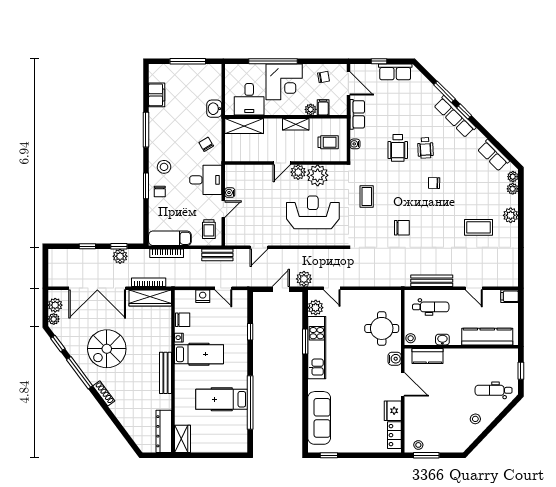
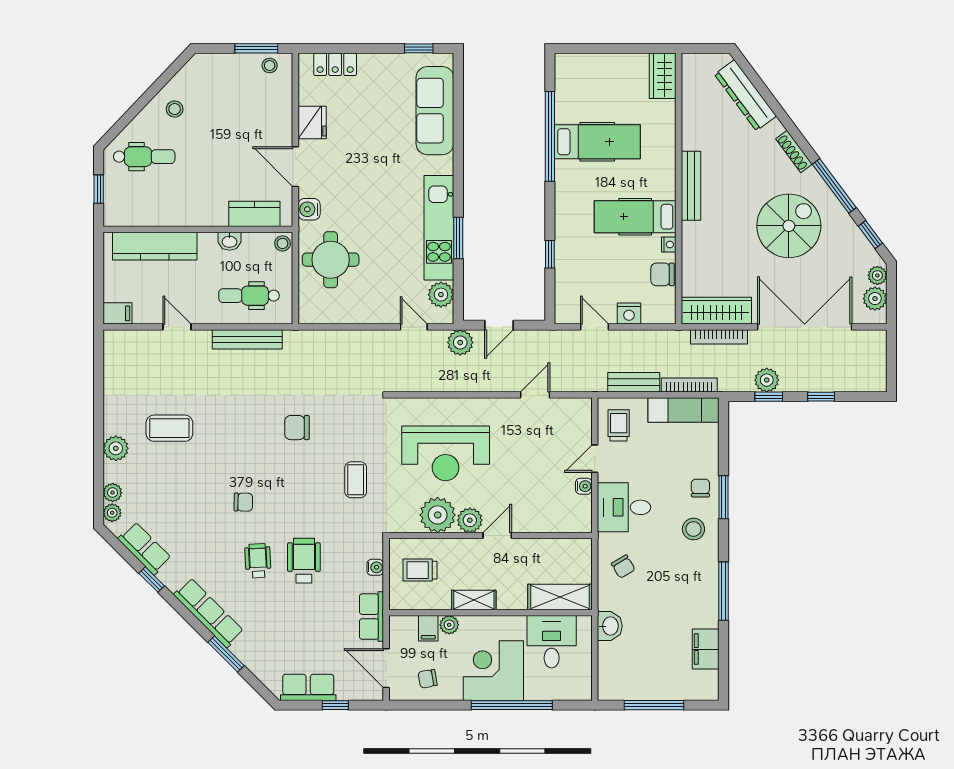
window: (464, 112) -> (152, 580), moved
bench: (217, 255) -> (634, 382), moved
dresser: (164, 431) -> (745, 95), moved, turned 143
locker: (394, 435) -> (335, 64), moved, turned 90

